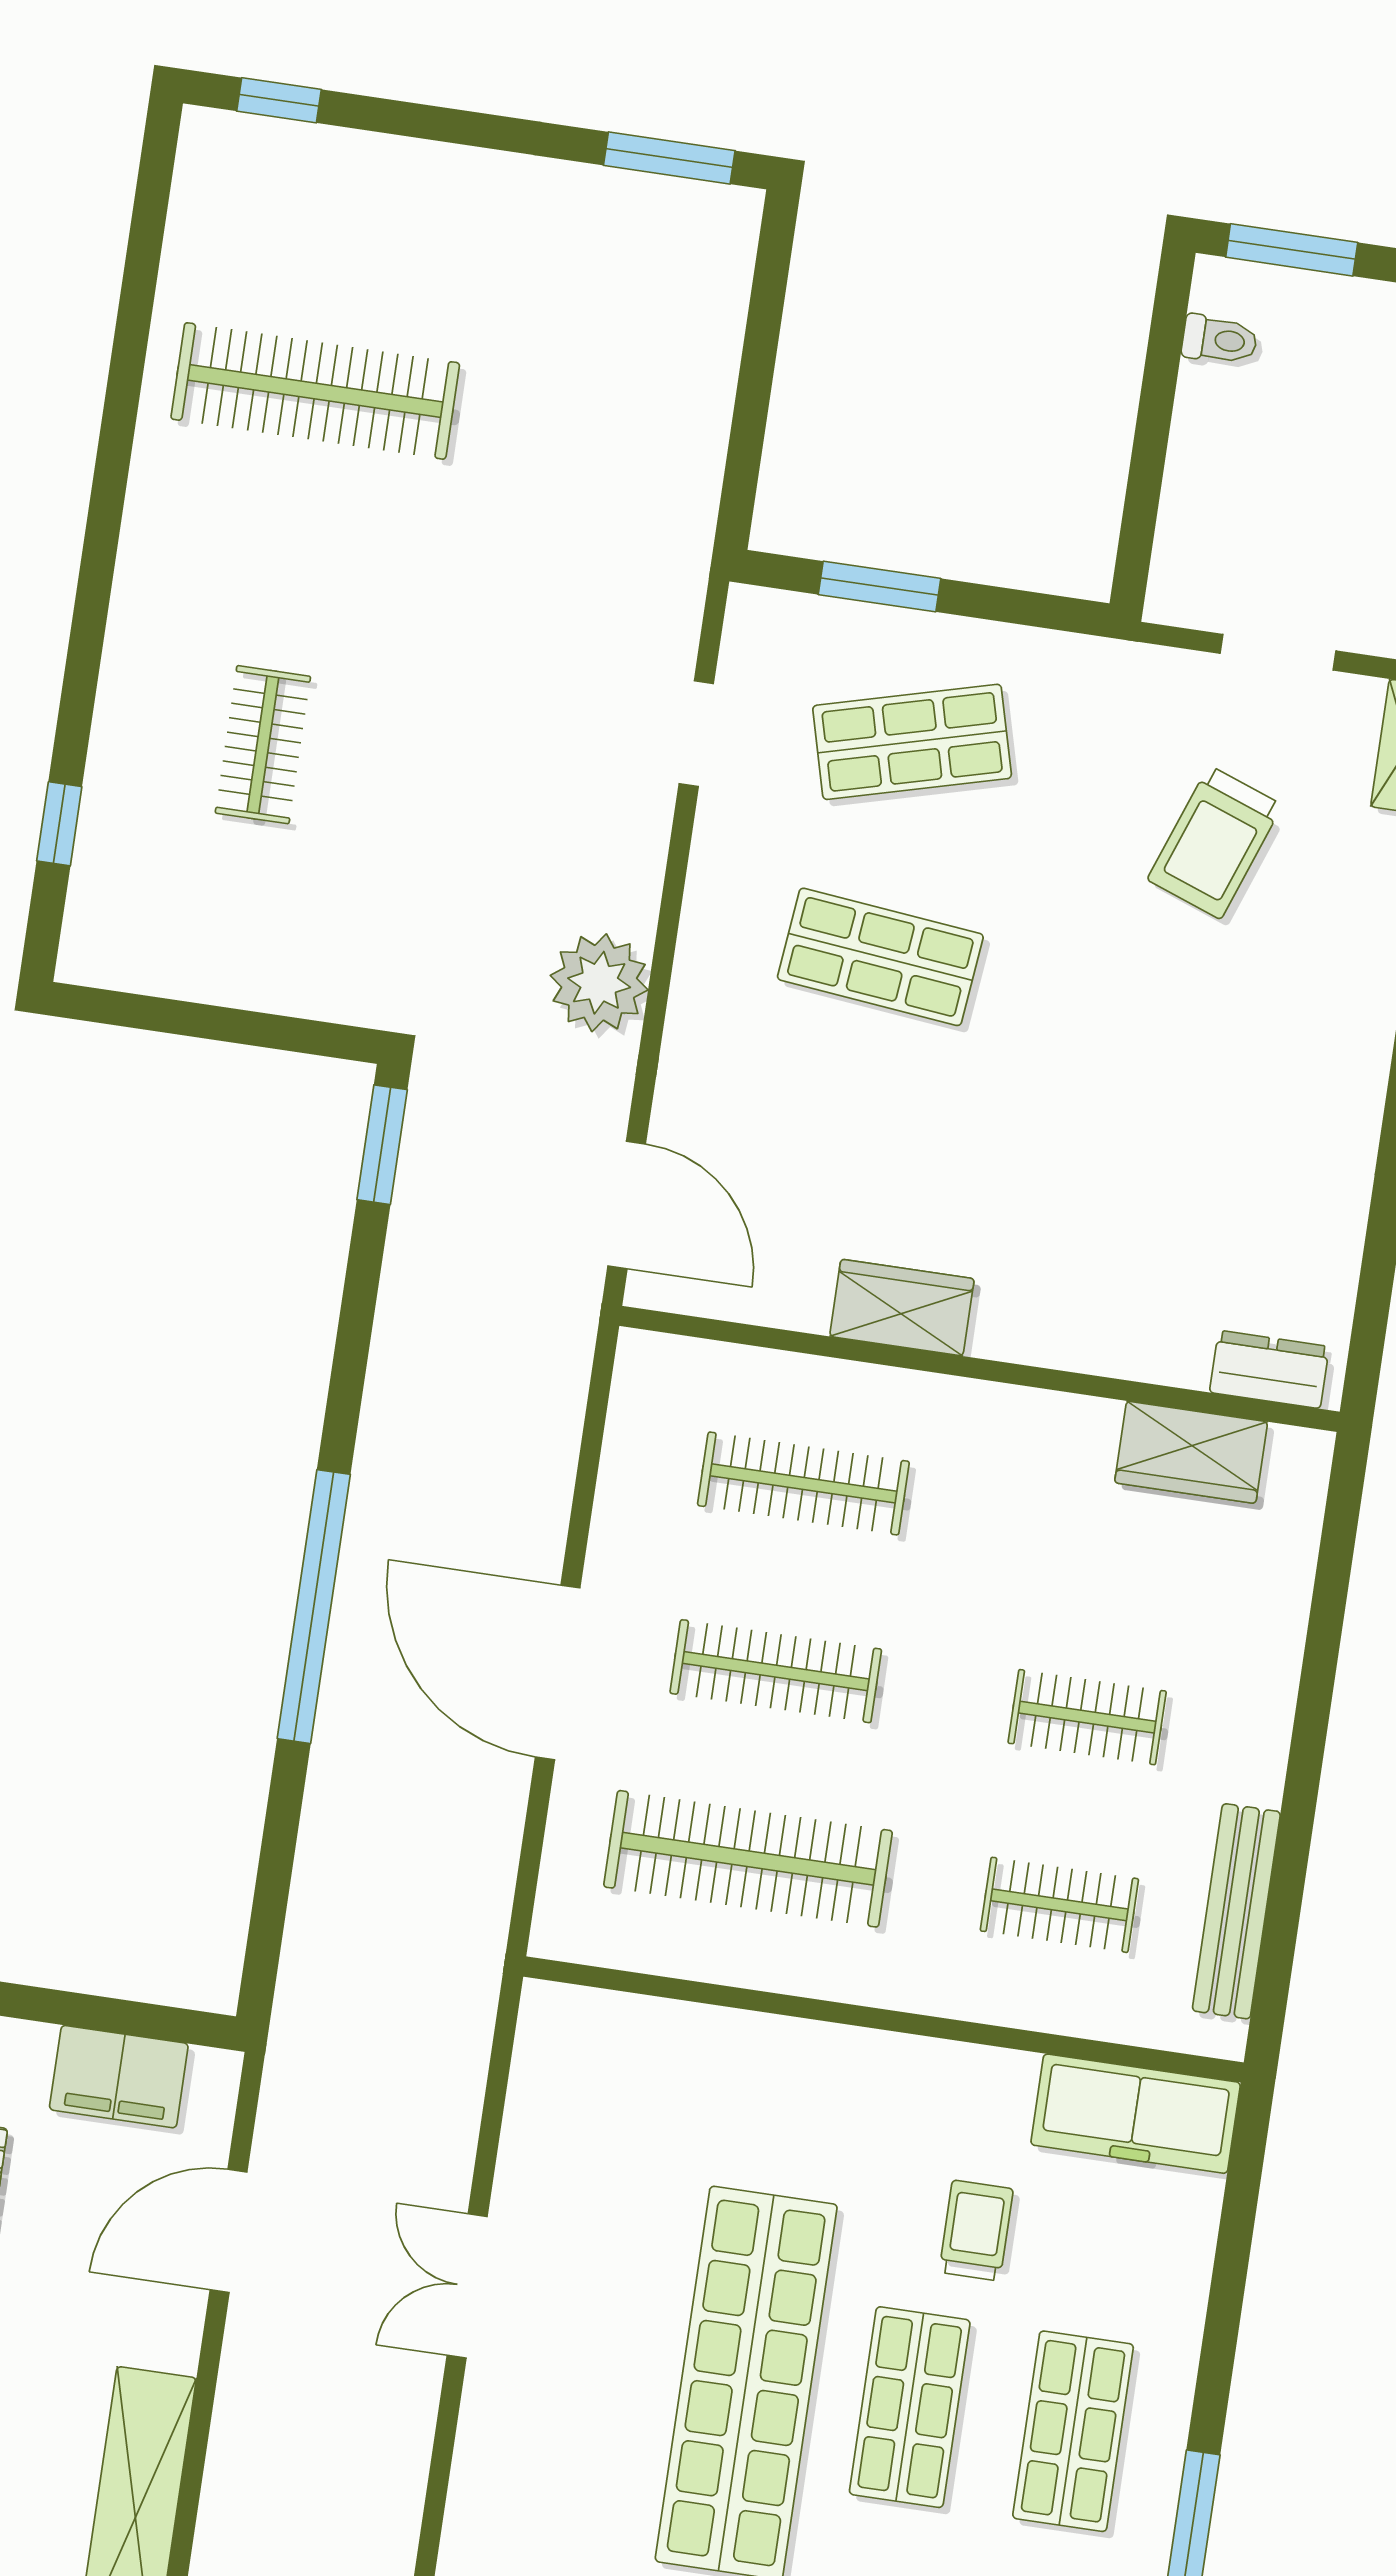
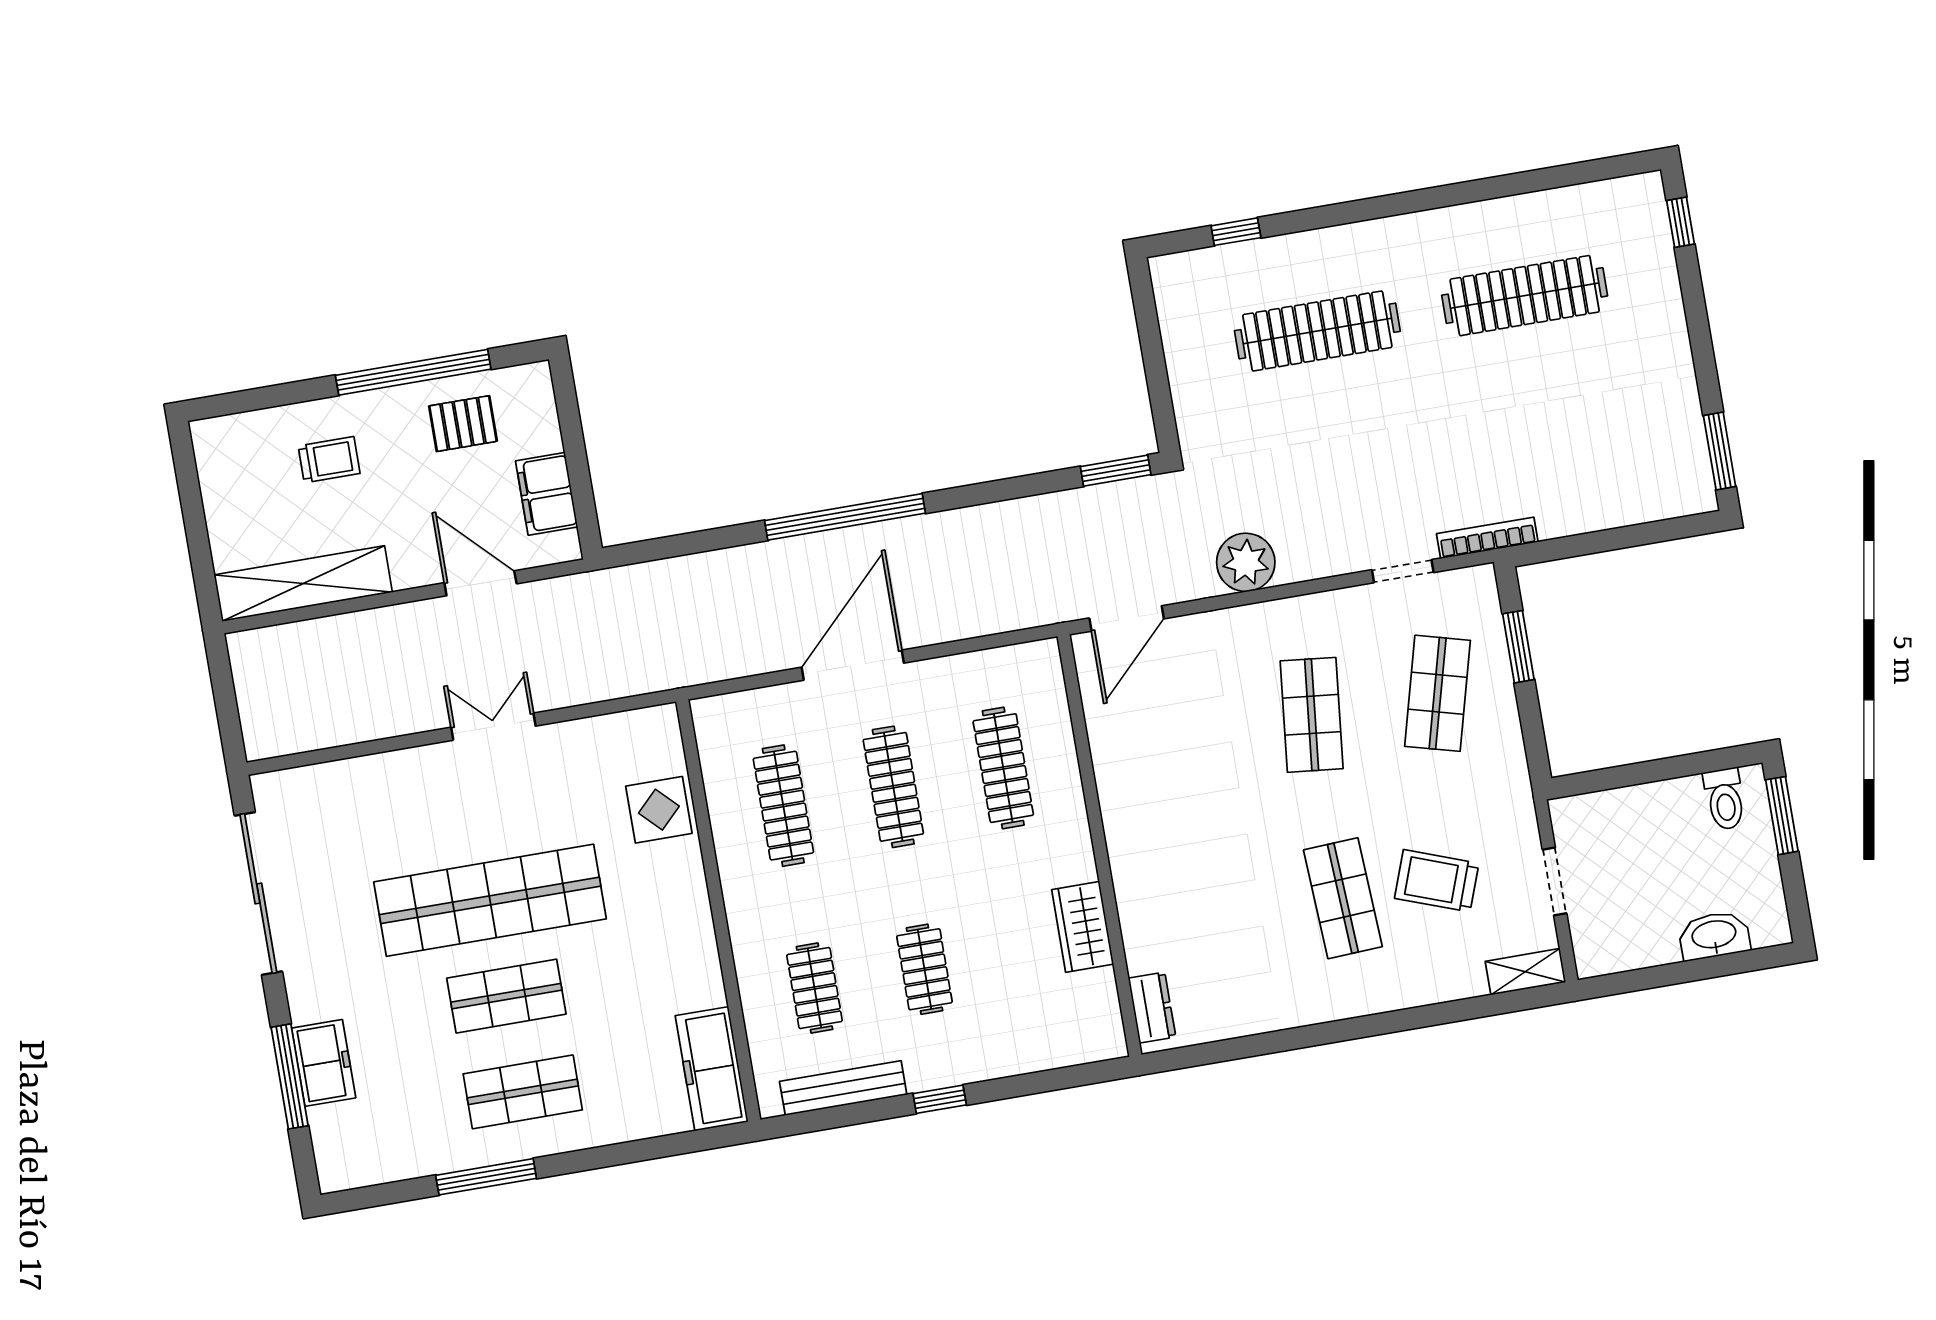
toilet: (1220, 340) -> (1725, 799), width x1.37, depth x1.39
clothes rail: (315, 391) -> (1525, 296), turned 90
bookcase: (687, 579) -> (1487, 538), added
shop shelf: (912, 742) -> (1438, 693), turned 30
clothes rail: (263, 745) -> (1317, 331), width x1.86, depth x1.31
shop shelf: (1193, 1003) -> (1343, 898), added
wardrobe: (902, 1308) -> (1120, 791), removed
wardrobe: (1191, 1452) -> (1083, 927), moved
window: (1305, 1761) -> (940, 1099), added
clothes rail: (748, 1859) -> (783, 806), width x0.73, depth x0.76
display table: (689, 2062) -> (659, 810), added
trolley: (976, 2231) -> (617, 1001), removed

